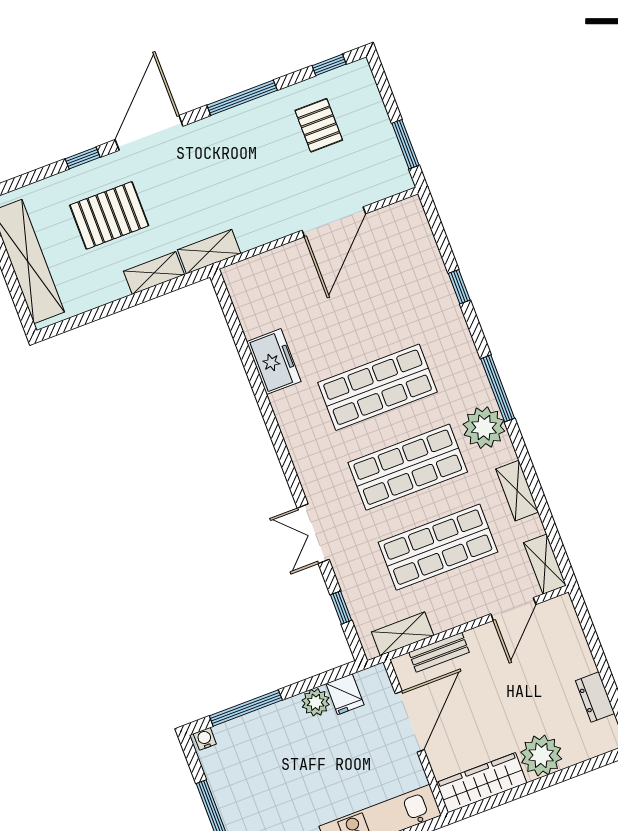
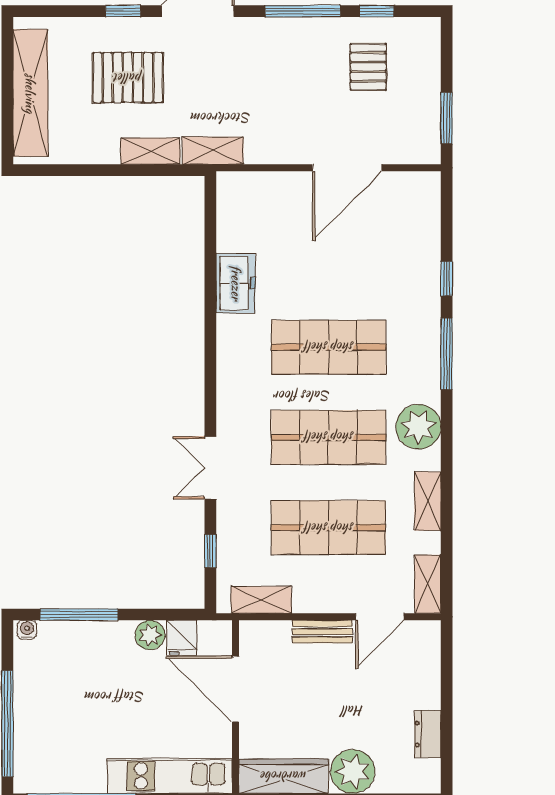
window: (329, 65) -> (377, 11), moved
window: (498, 388) -> (447, 354), moved
bench: (439, 652) -> (322, 632), moved
door: (410, 722) -> (236, 689), swing flipped

